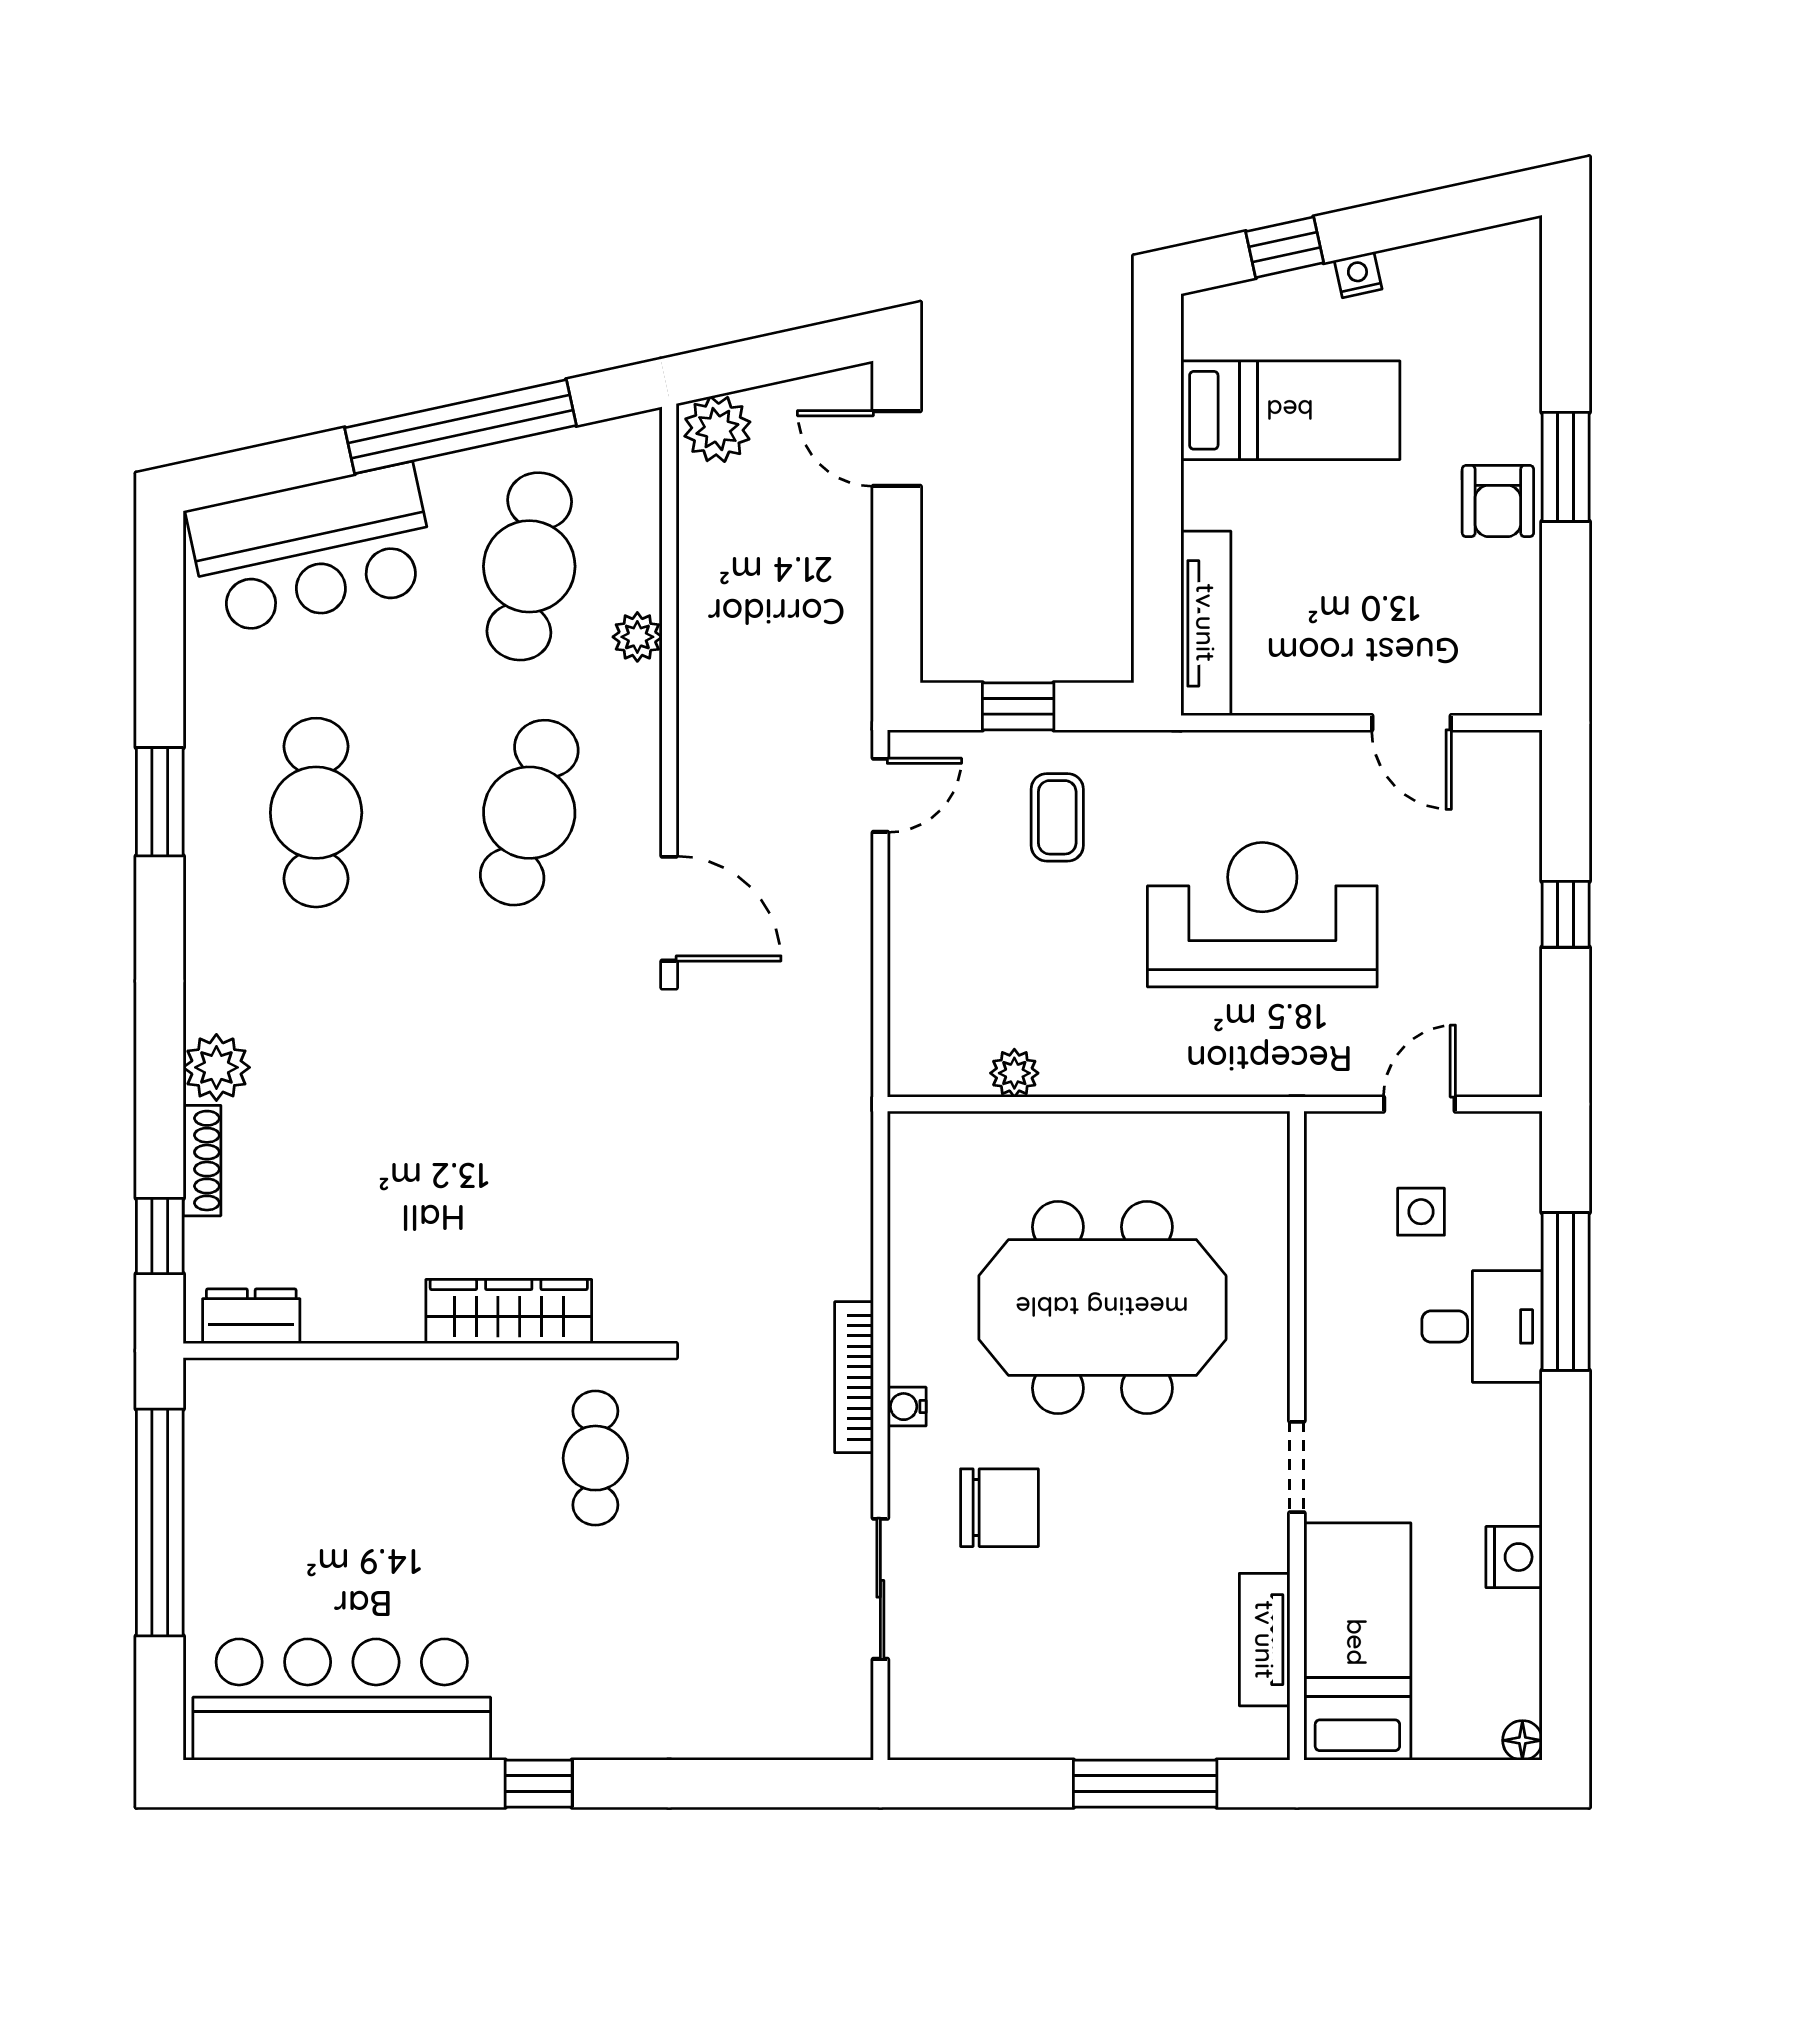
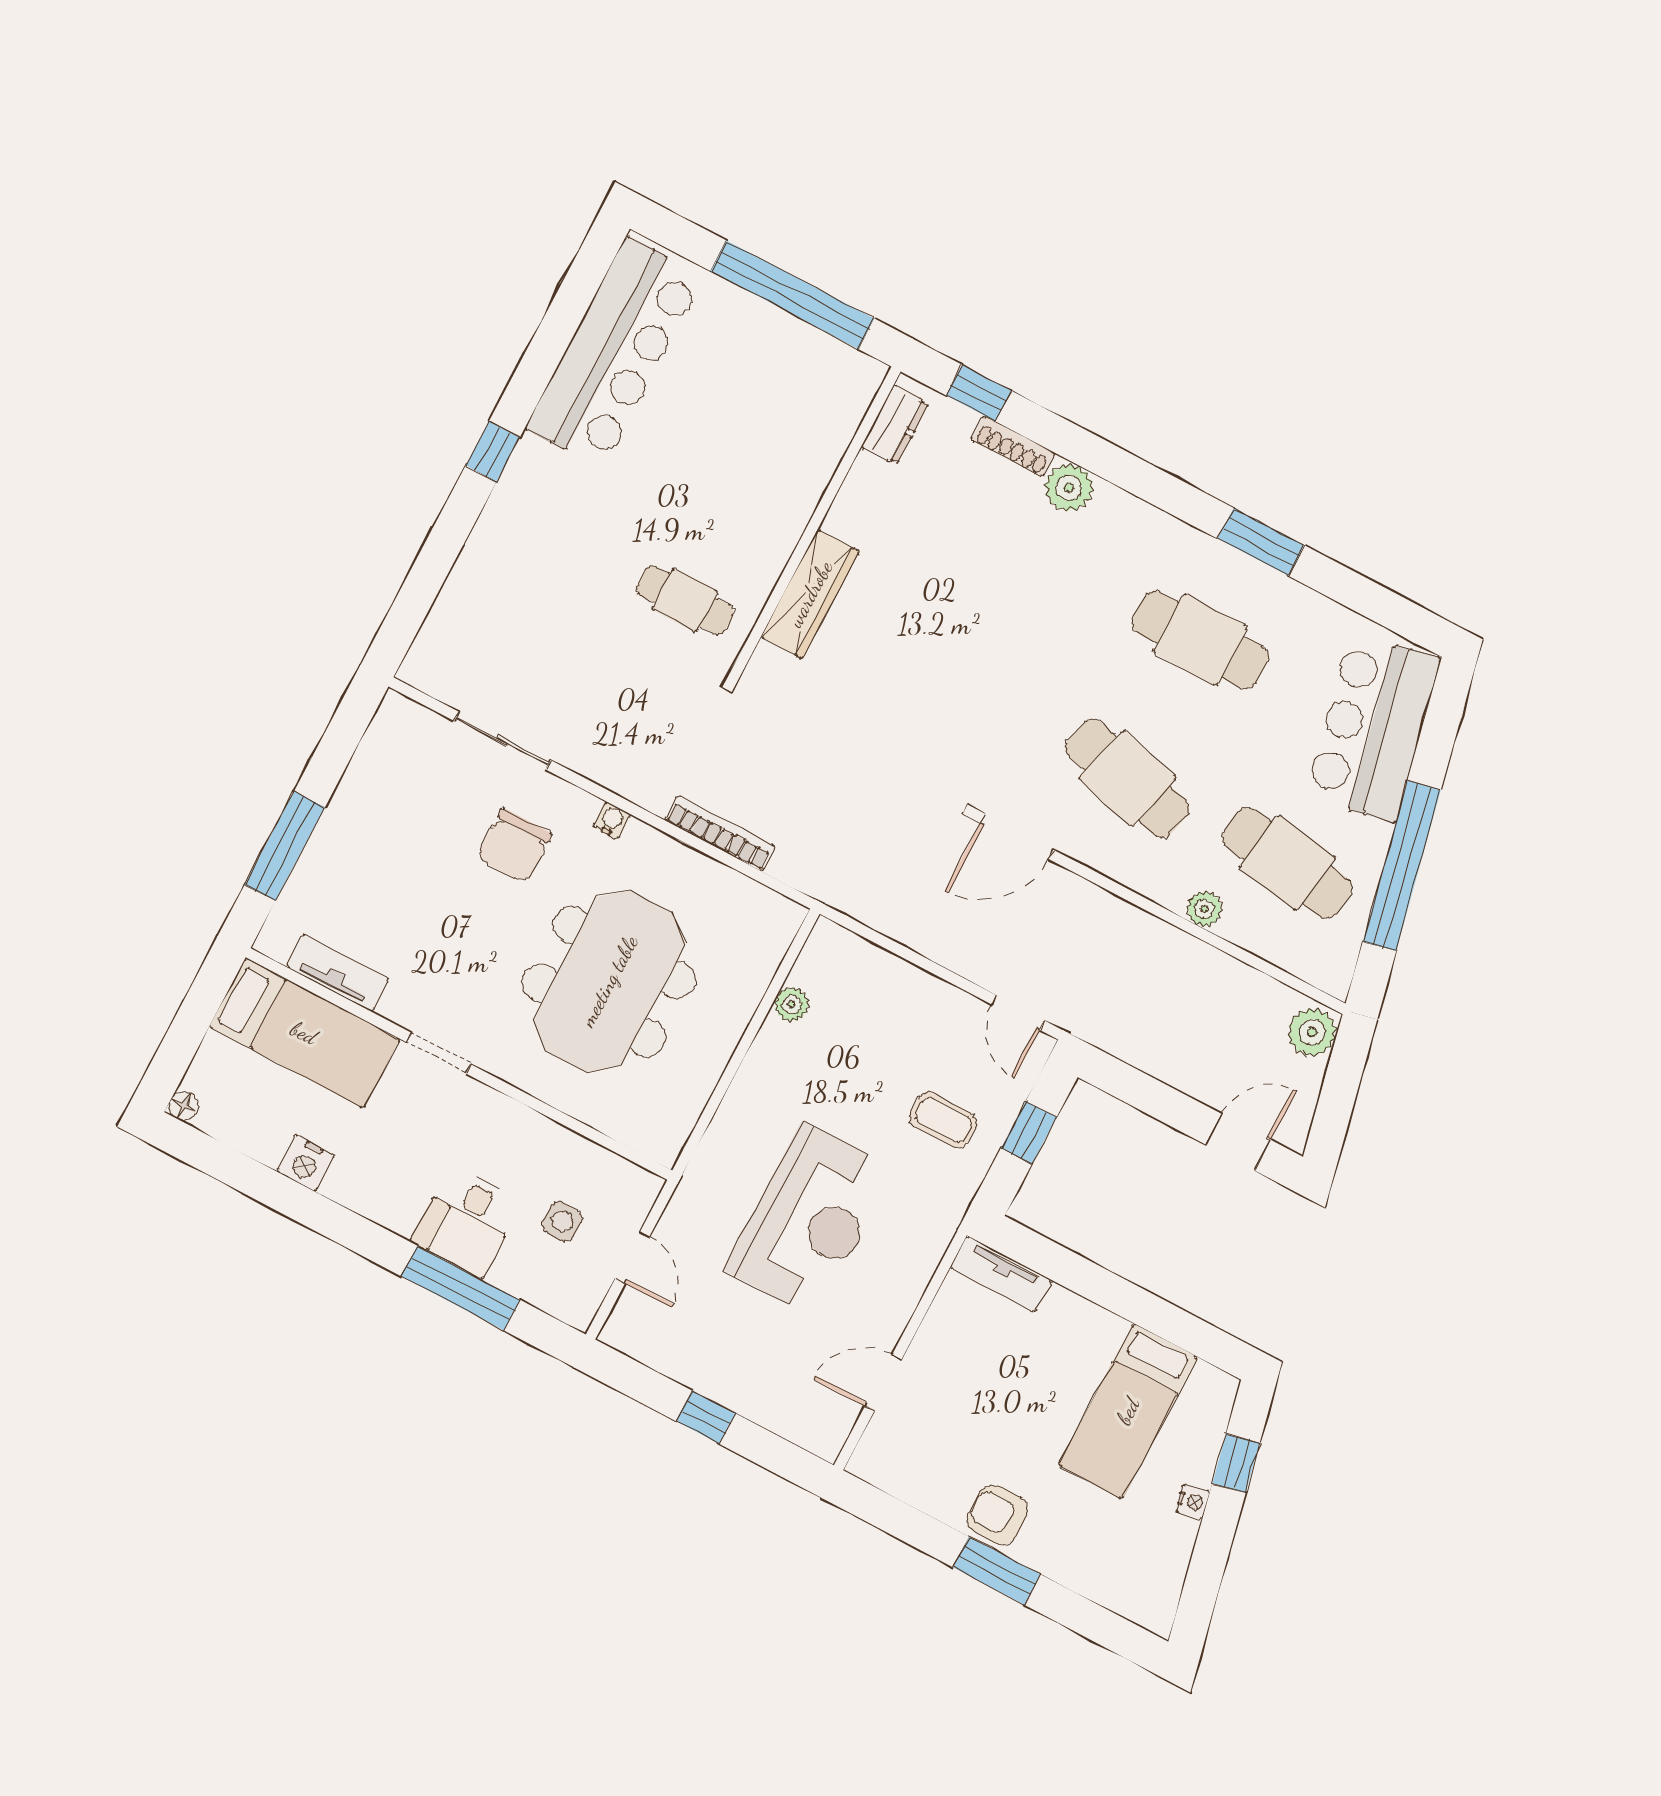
tv unit: (1206, 623) -> (1001, 1274), width x0.71
bookcase: (854, 1377) -> (720, 833), moved

